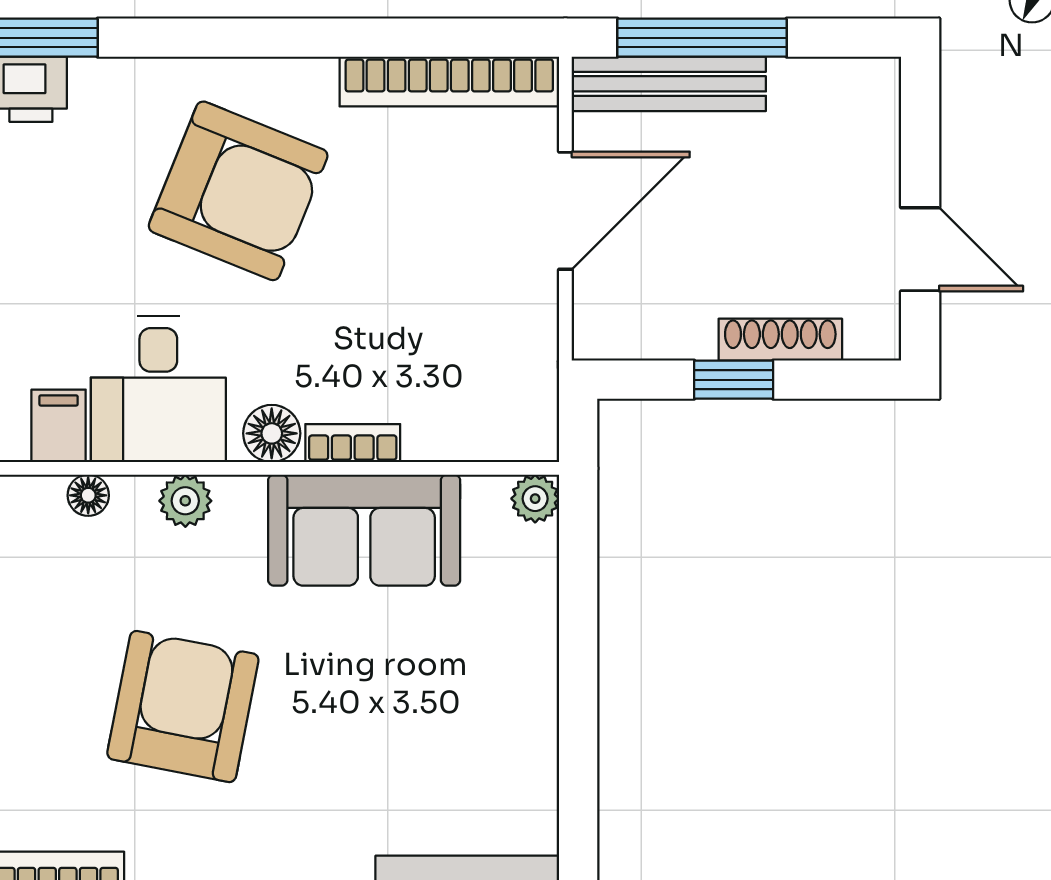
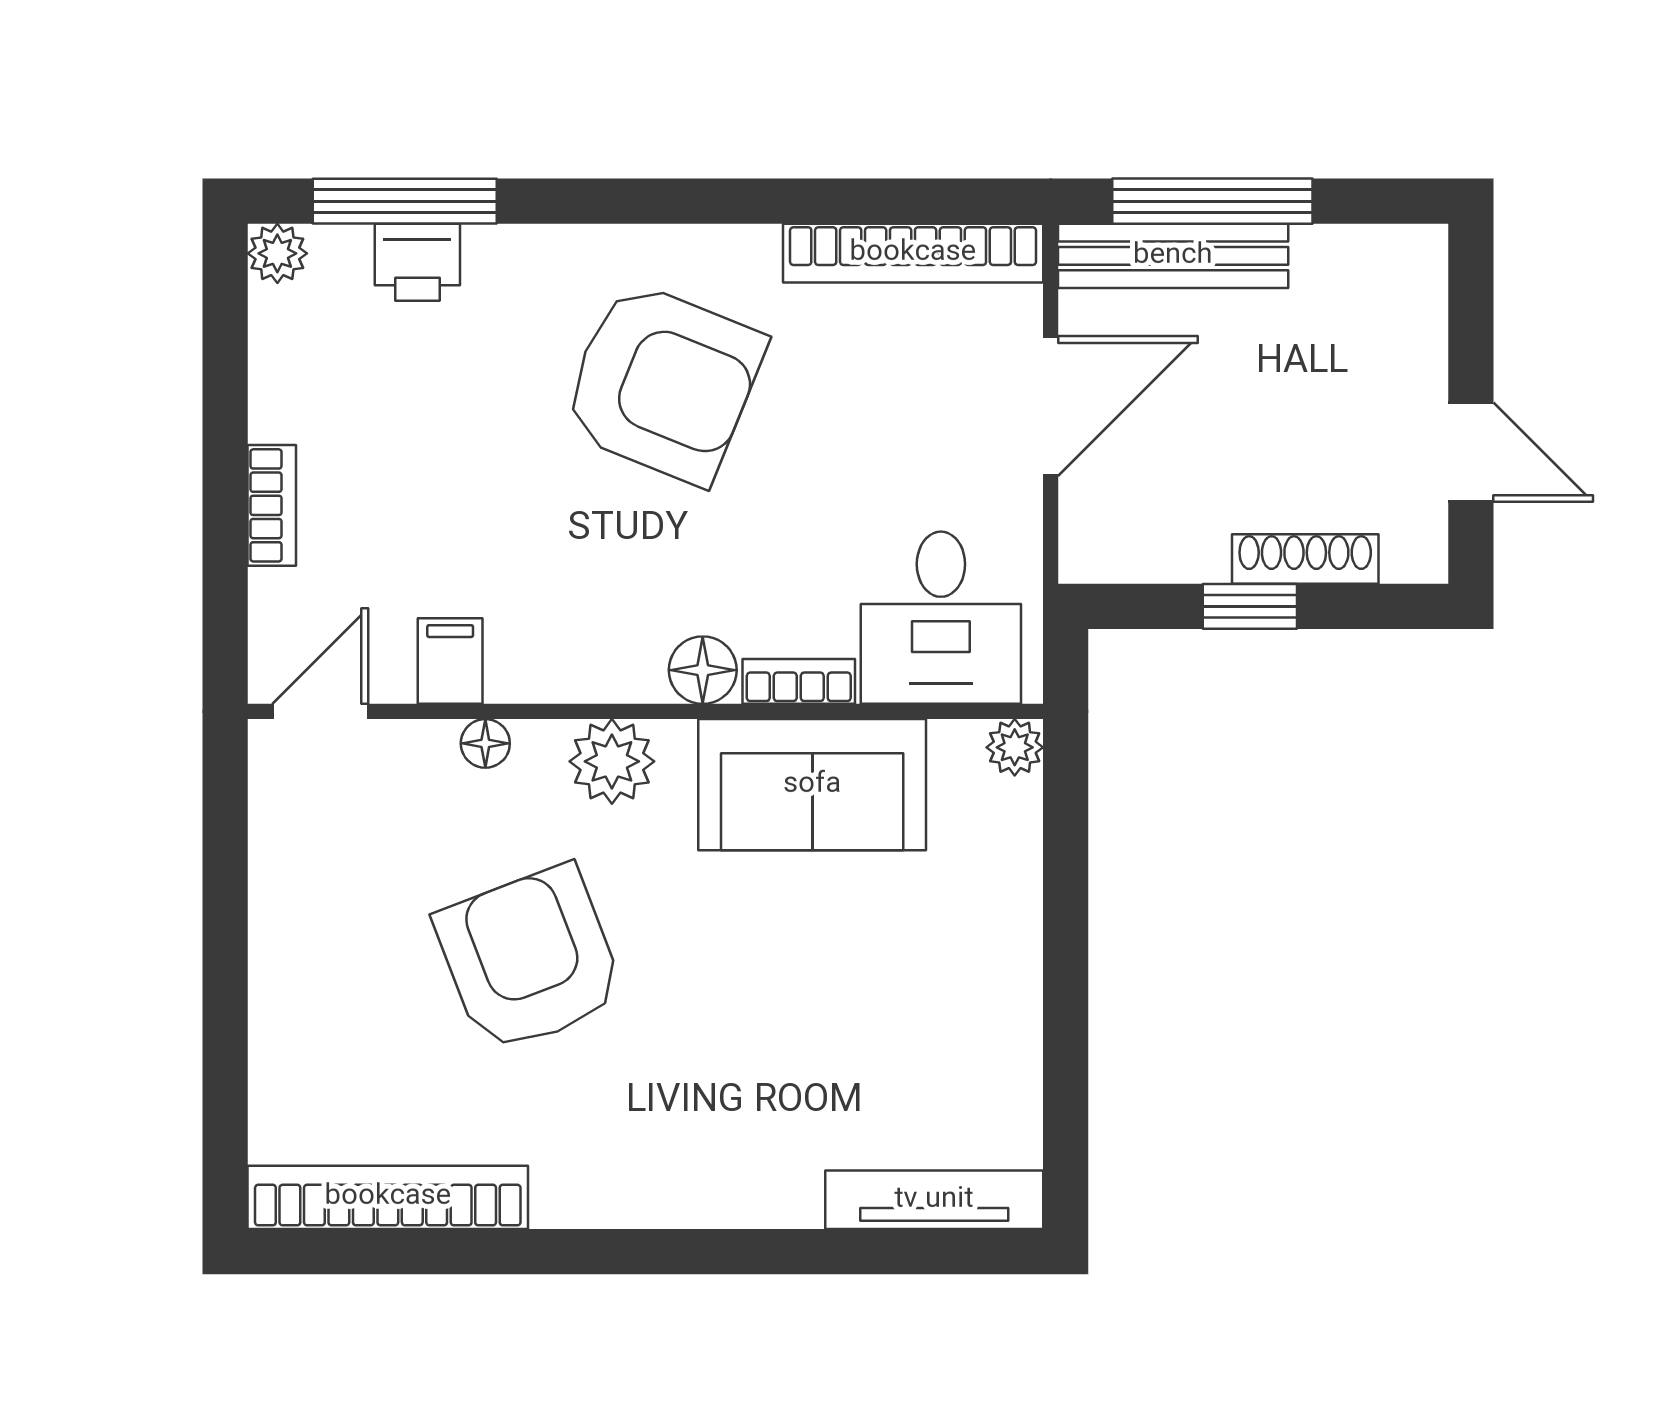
desk: (158, 389) -> (941, 618), moved
plant: (185, 501) -> (612, 761), width x1.38, depth x1.38
armchair: (183, 707) -> (530, 959), moved, turned -32

